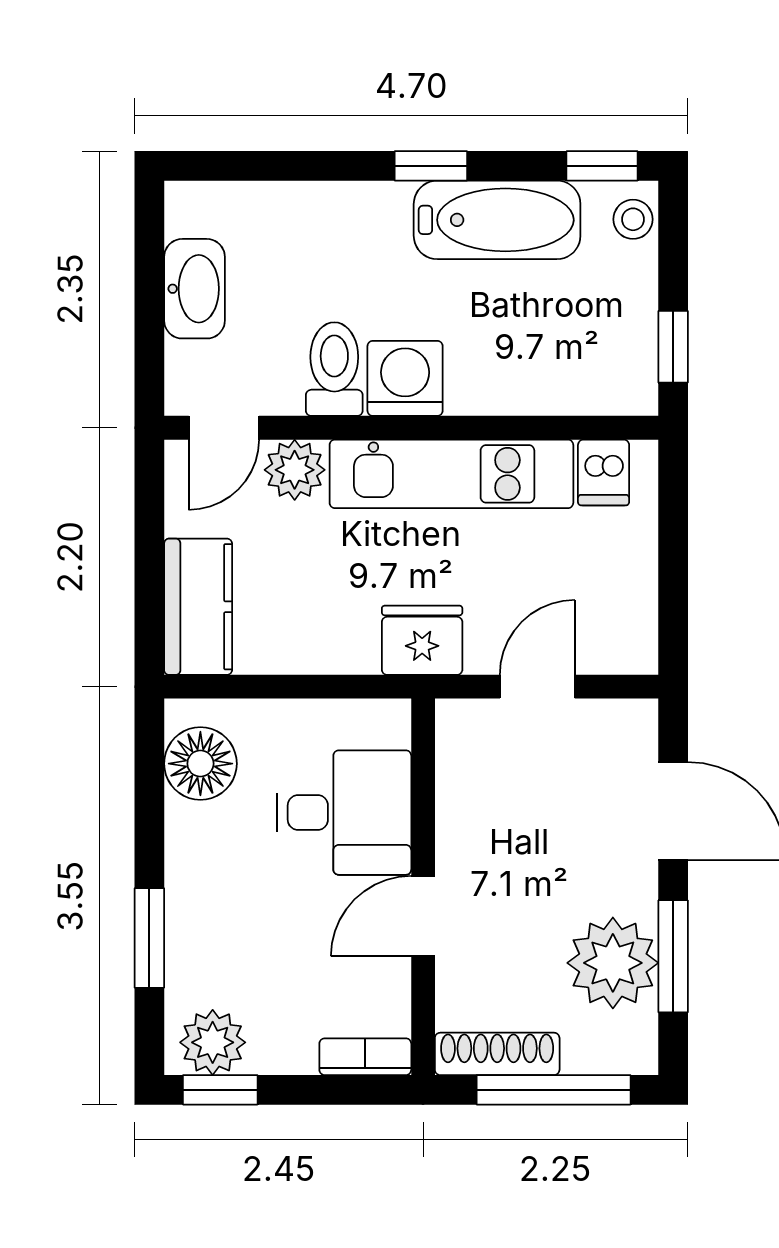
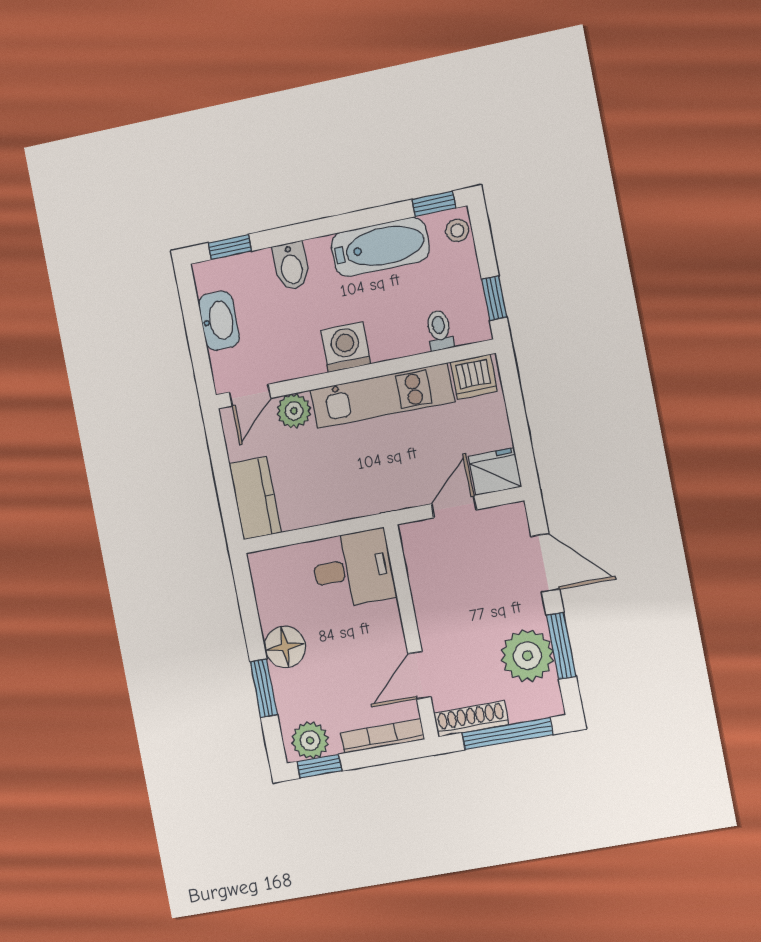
window: (431, 166) -> (230, 247), moved
bidet: (338, 221) -> (291, 266), added
toilet: (334, 369) -> (439, 330), moved, width x0.73, depth x0.72
dishwasher: (604, 472) -> (474, 377), width x1.38
fridge: (422, 640) -> (495, 472), moved
floor lamp: (200, 764) -> (285, 647), moved
desk: (344, 813) -> (353, 569), moved
door: (423, 916) -> (419, 675), moved
bookcase: (365, 1057) -> (382, 736), width x1.56

